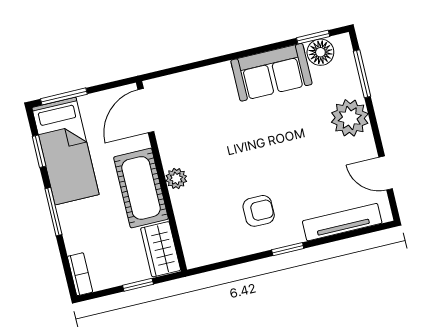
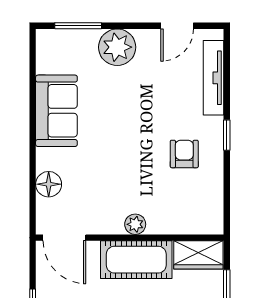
window: (313, 37) -> (33, 64), removed
floor lamp: (320, 52) -> (49, 184), moved

